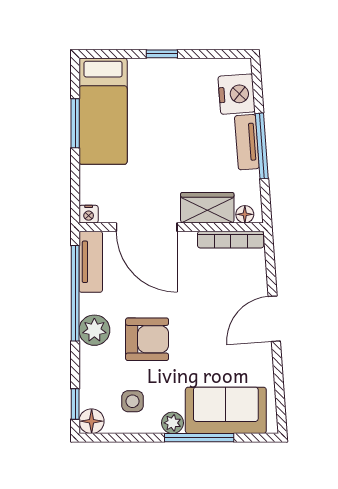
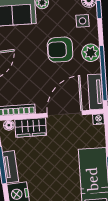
door: (147, 227) -> (65, 114), hinge flipped
side table: (132, 401) -> (82, 21), moved

